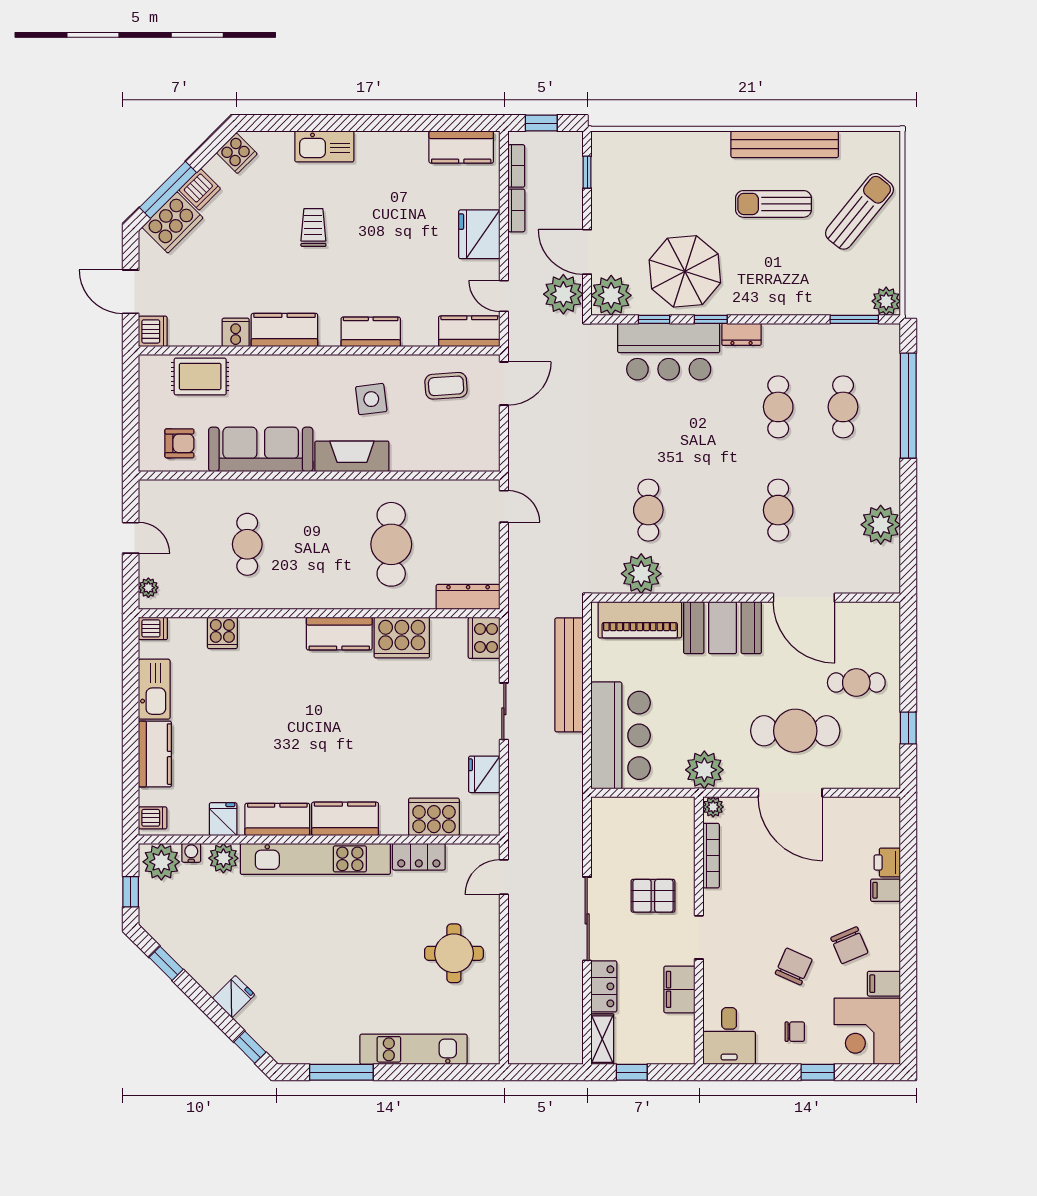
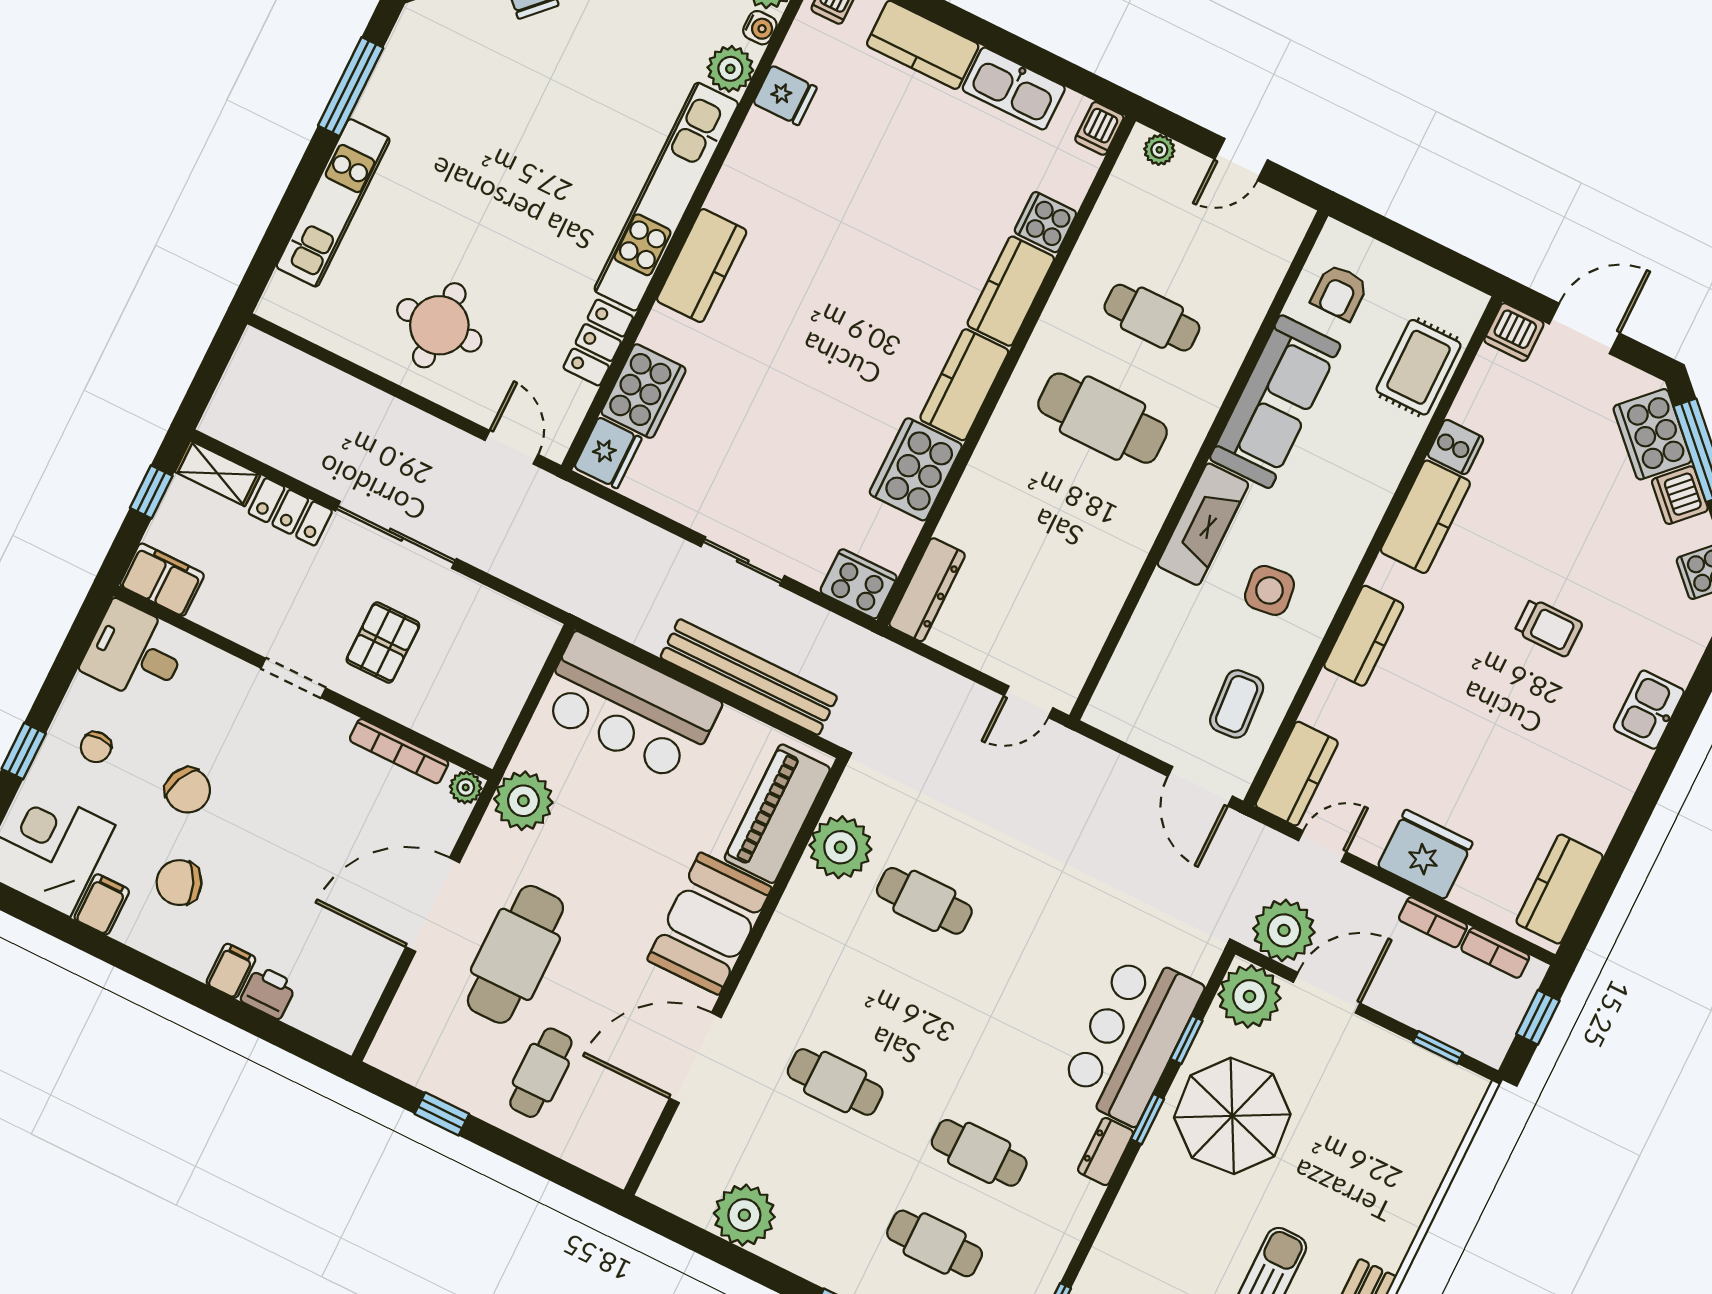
kitchen sink: (324, 146) -> (1649, 710), width x0.73
cafe table: (391, 544) -> (1103, 418), moved
fridge: (484, 774) -> (608, 453), moved, turned 90
kitchen counter: (277, 819) -> (1011, 291), moved, turned 180
filing cabinet: (679, 989) -> (162, 580), moved

